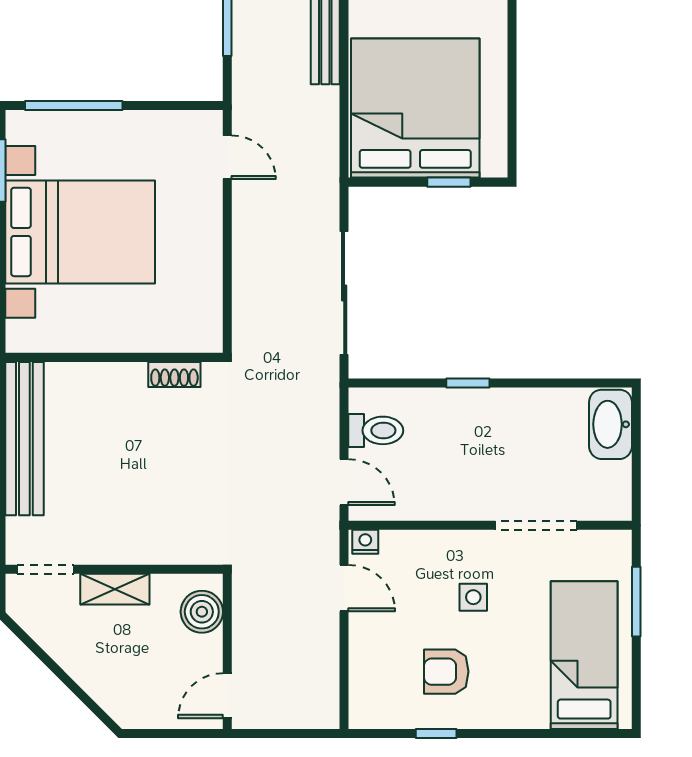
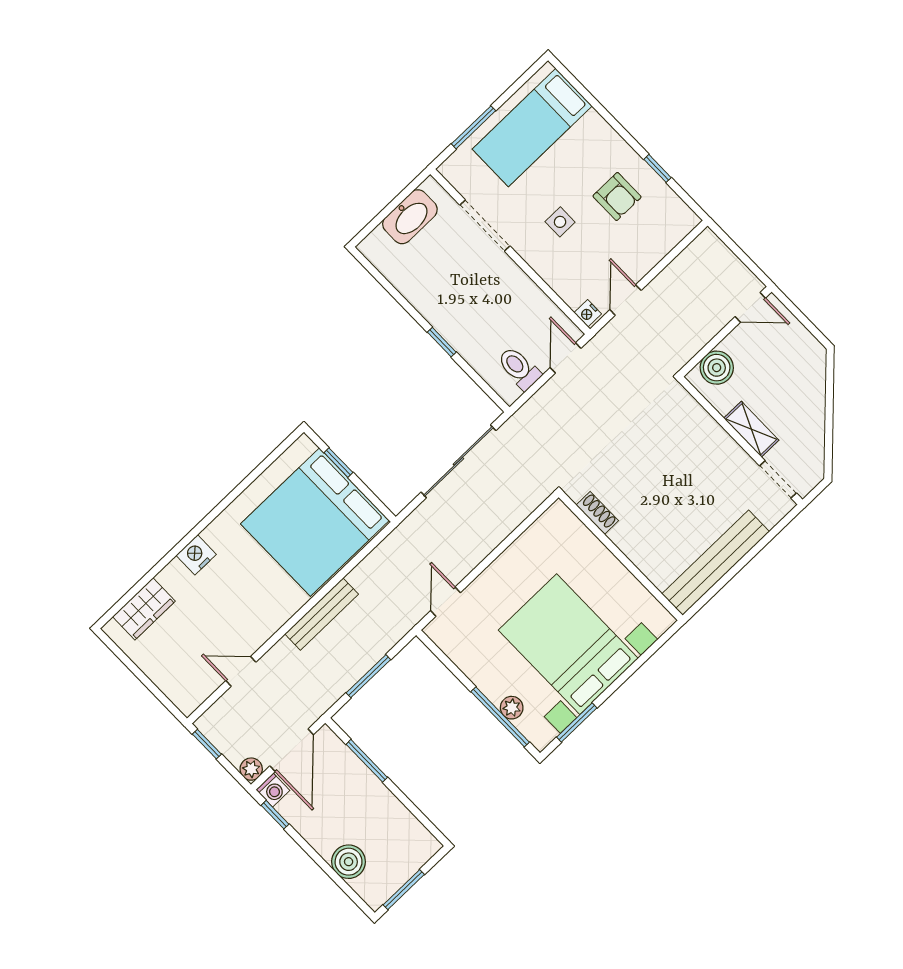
plant: (72, 124) -> (512, 708), added
washbasin: (611, 424) -> (410, 217), moved

